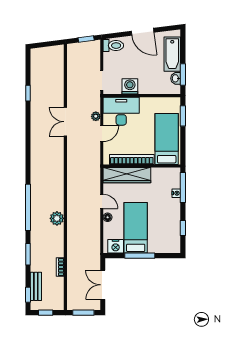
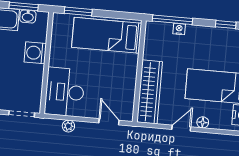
washing machine: (130, 86) -> (35, 53), moved
door: (102, 134) -> (109, 122), moved
bookcase: (132, 159) -> (129, 84), removed

